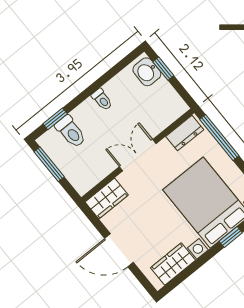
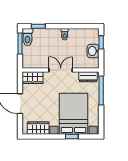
washbasin: (147, 72) -> (93, 51), moved
toilet: (71, 132) -> (28, 37), moved

